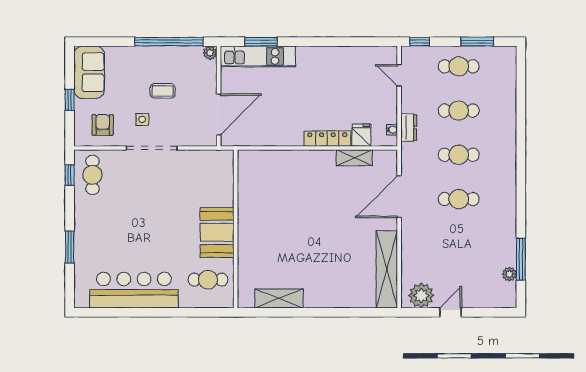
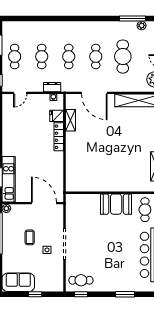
armchair: (103, 125) -> (50, 274), removed
cafe table: (459, 243) -> (123, 57), added

